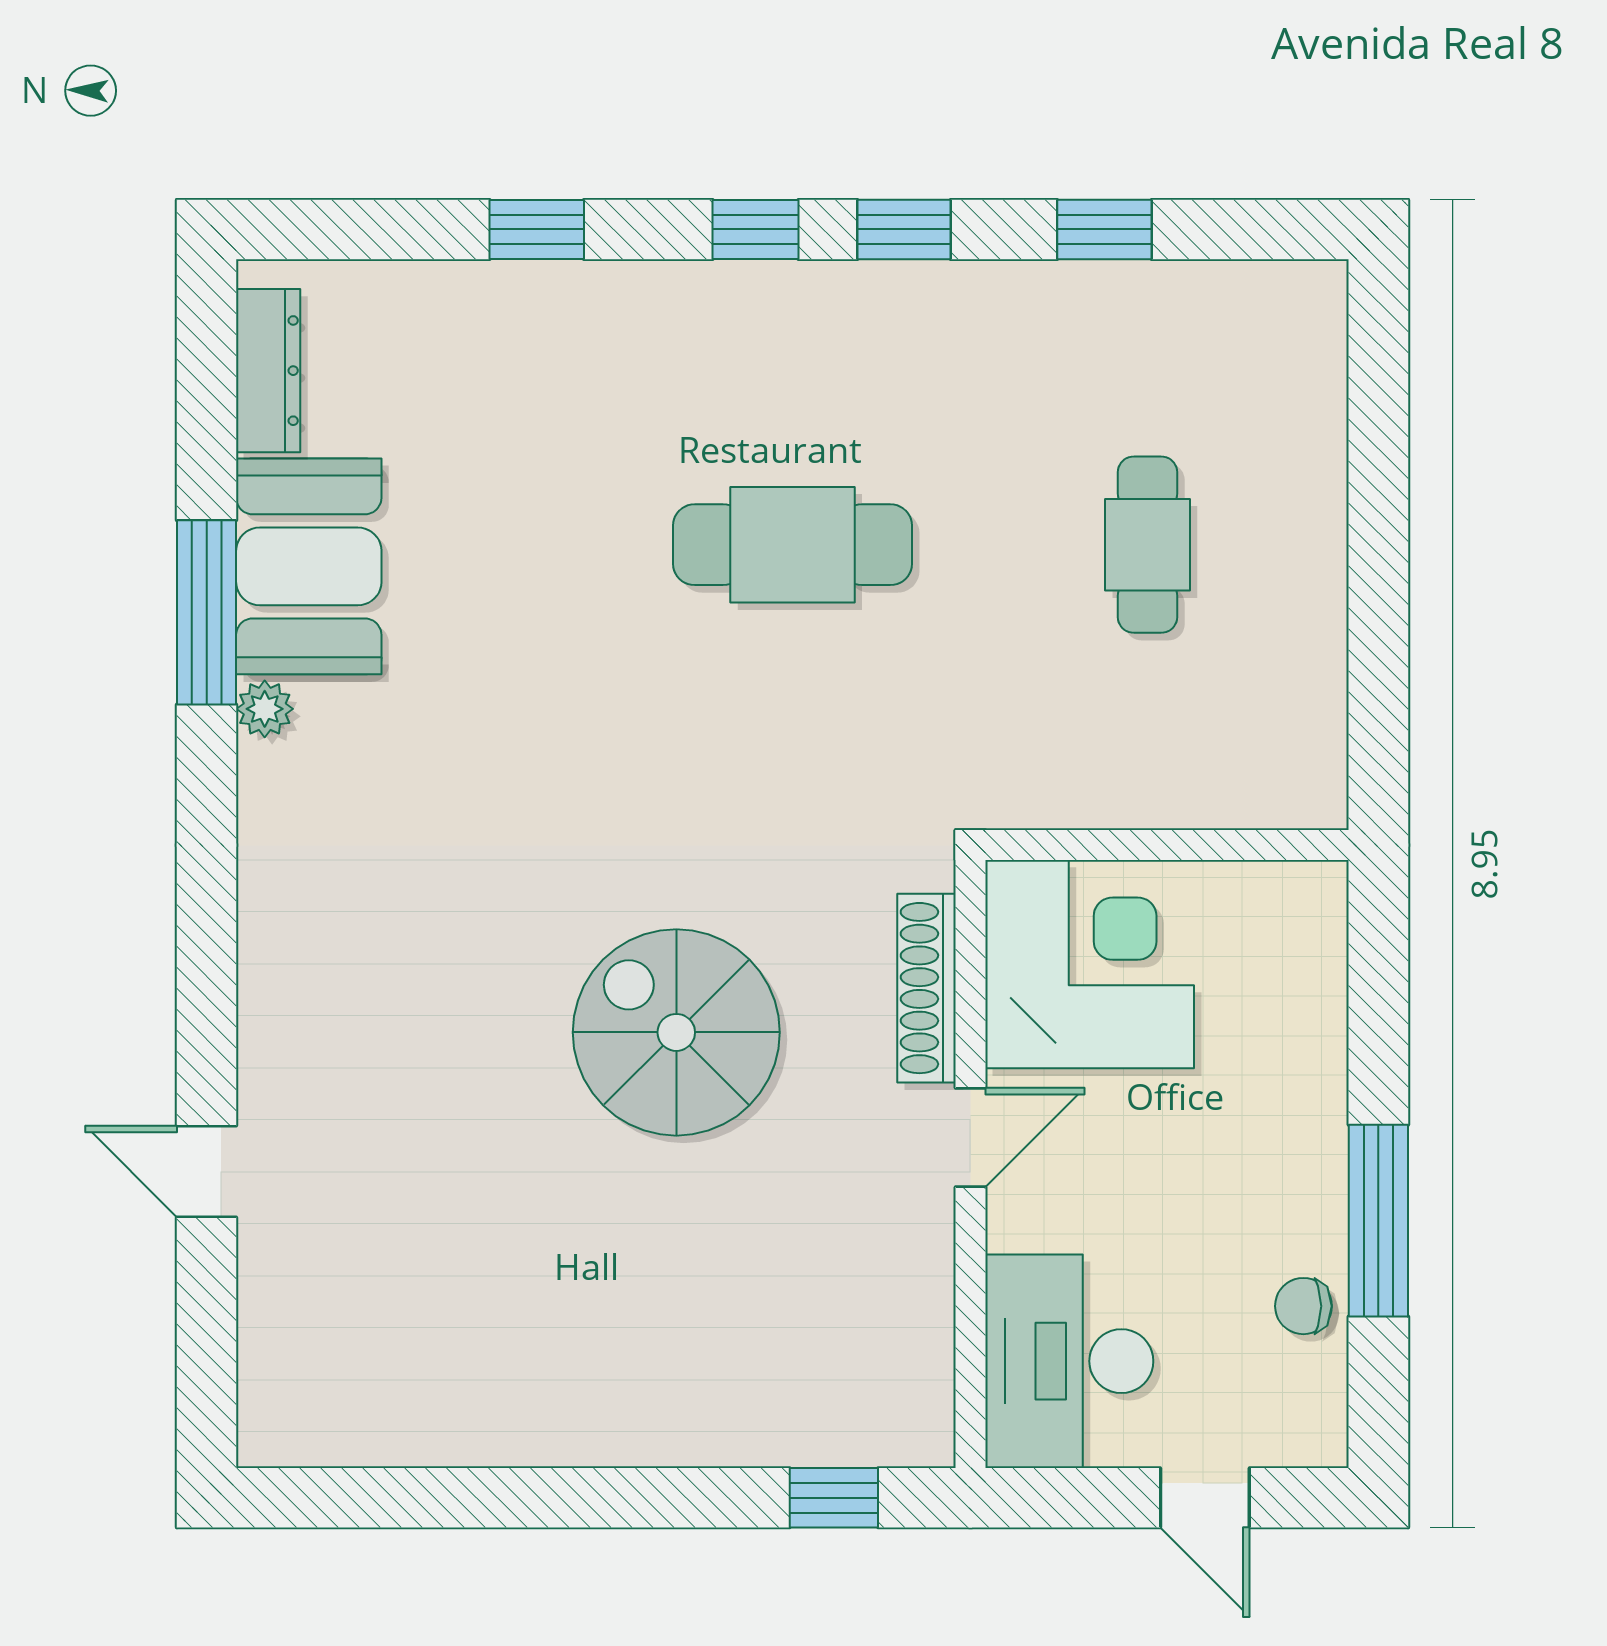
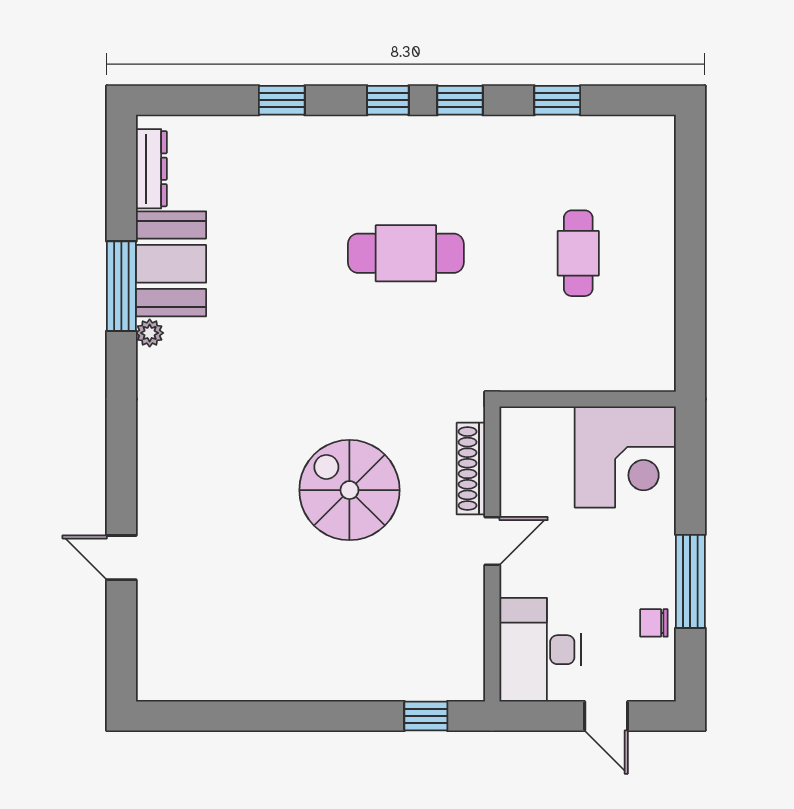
corner desk: (1090, 964) -> (625, 457), moved, turned 90

